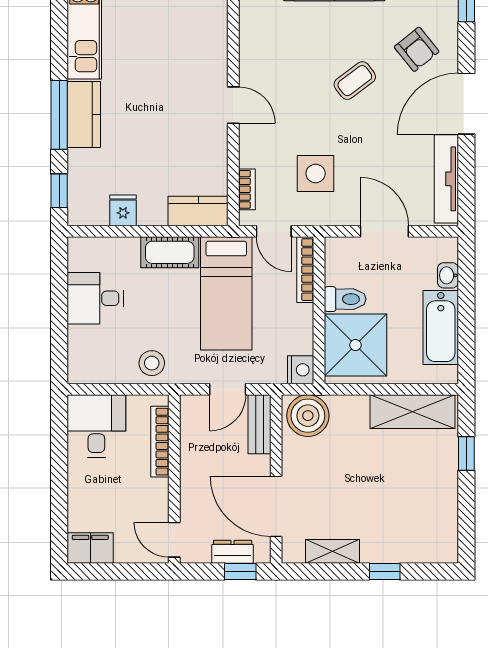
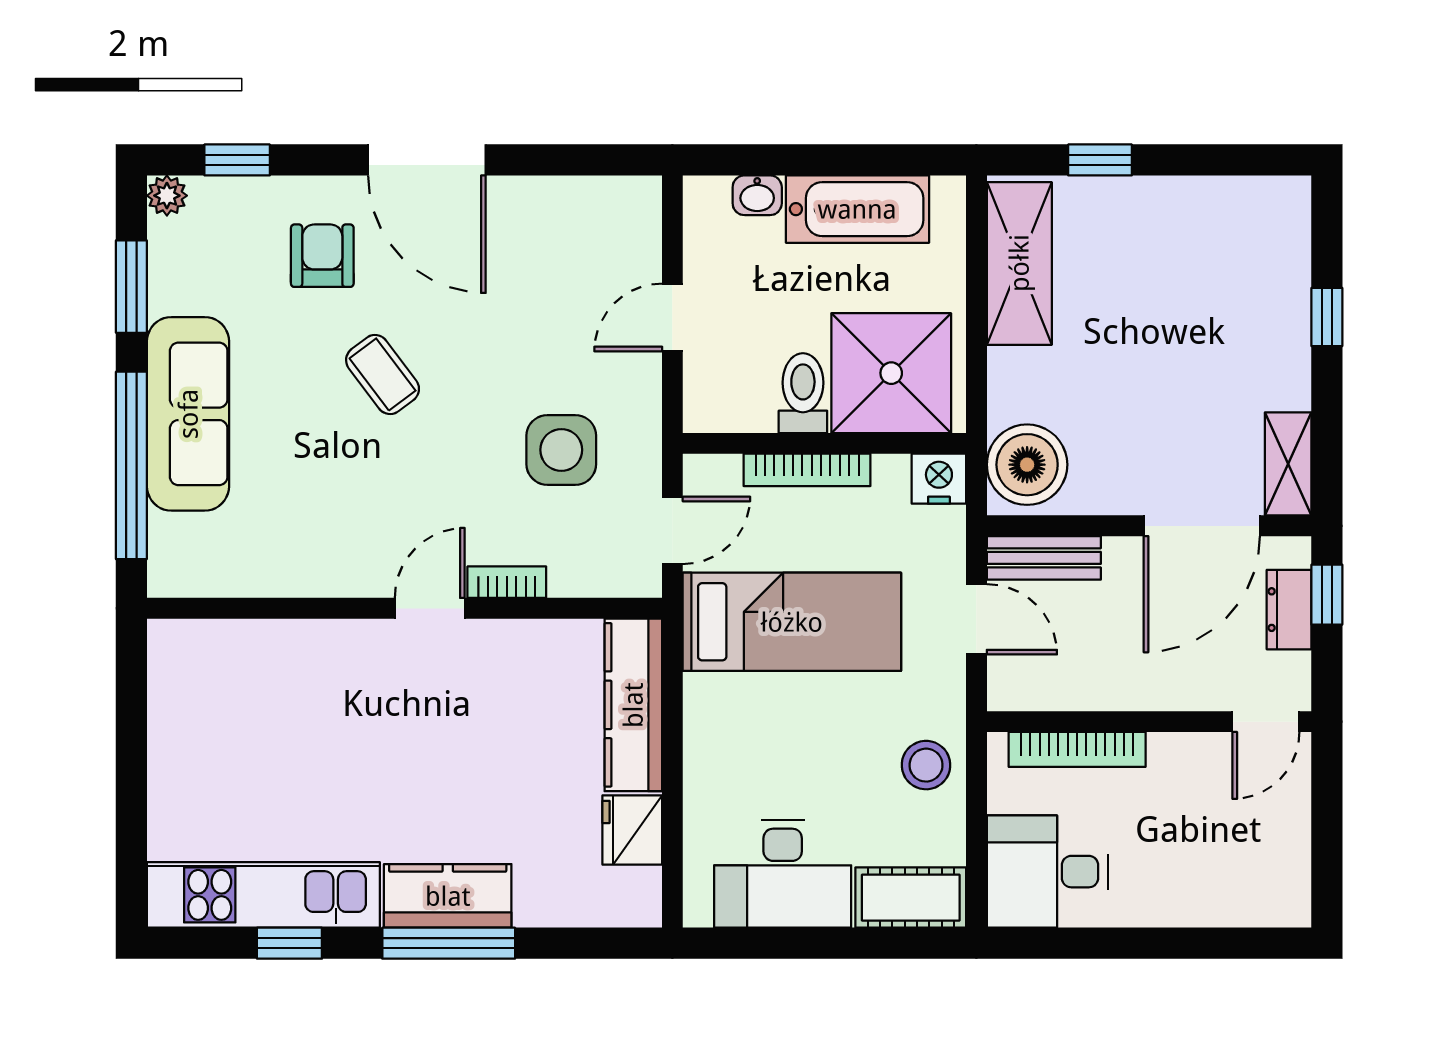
armchair: (417, 49) -> (322, 256), turned -51
tv unit: (446, 179) -> (572, 198), removed
bookcase: (247, 189) -> (507, 582), moved
window: (59, 191) -> (289, 943), moved
fridge: (123, 210) -> (632, 830), width x1.38
kitchen counter: (198, 211) -> (633, 705), width x1.50
door: (384, 231) -> (672, 317), width x0.73
cot: (170, 252) -> (911, 898), moved, turned 90
bookcase: (305, 270) -> (807, 470), moved
desk: (95, 298) -> (783, 874), width x1.37
filing cabinet: (90, 548) -> (1282, 883), removed
shelving: (332, 551) -> (1288, 464), moved

